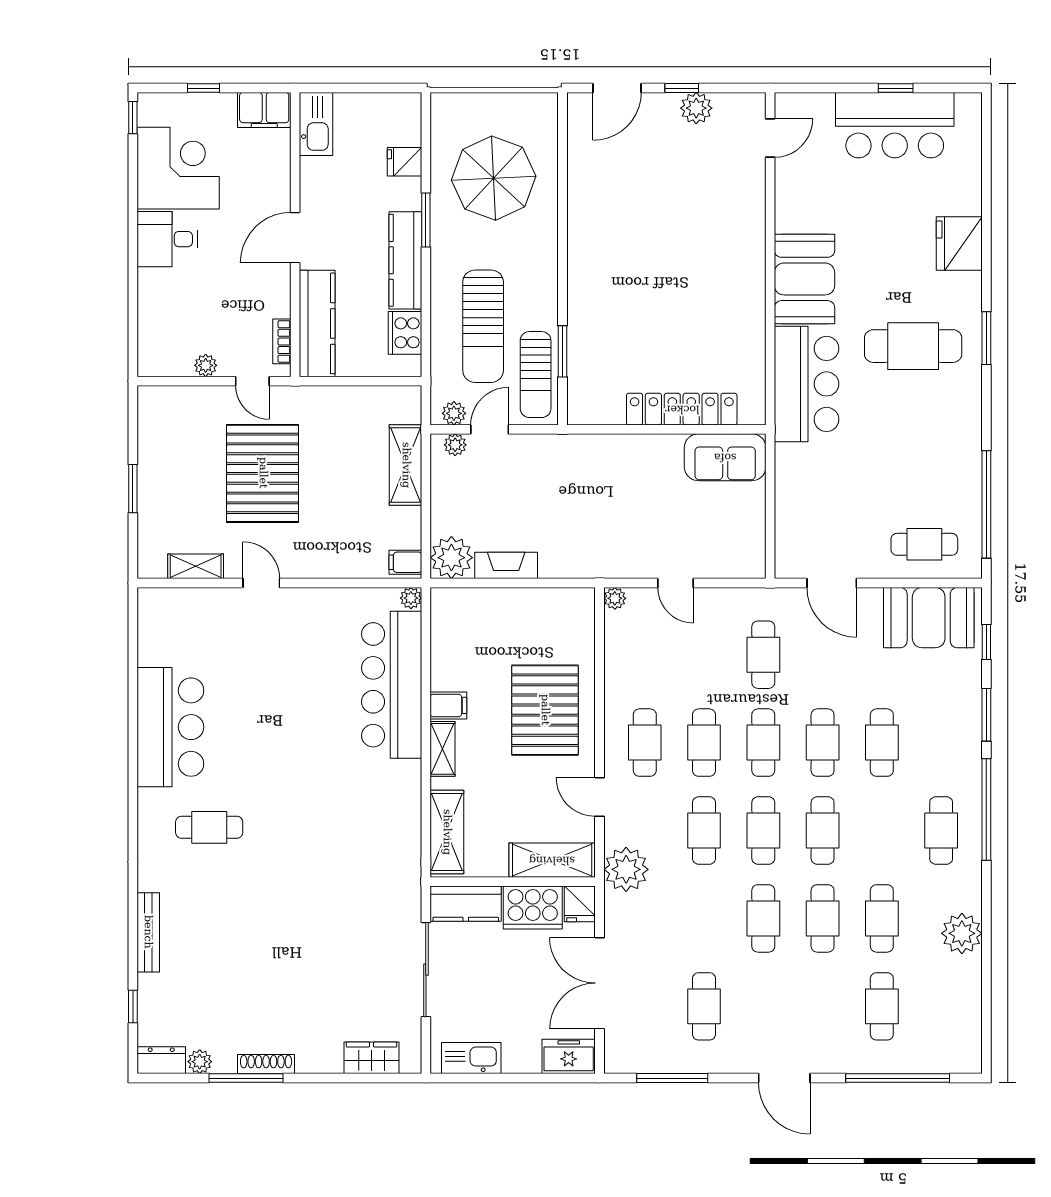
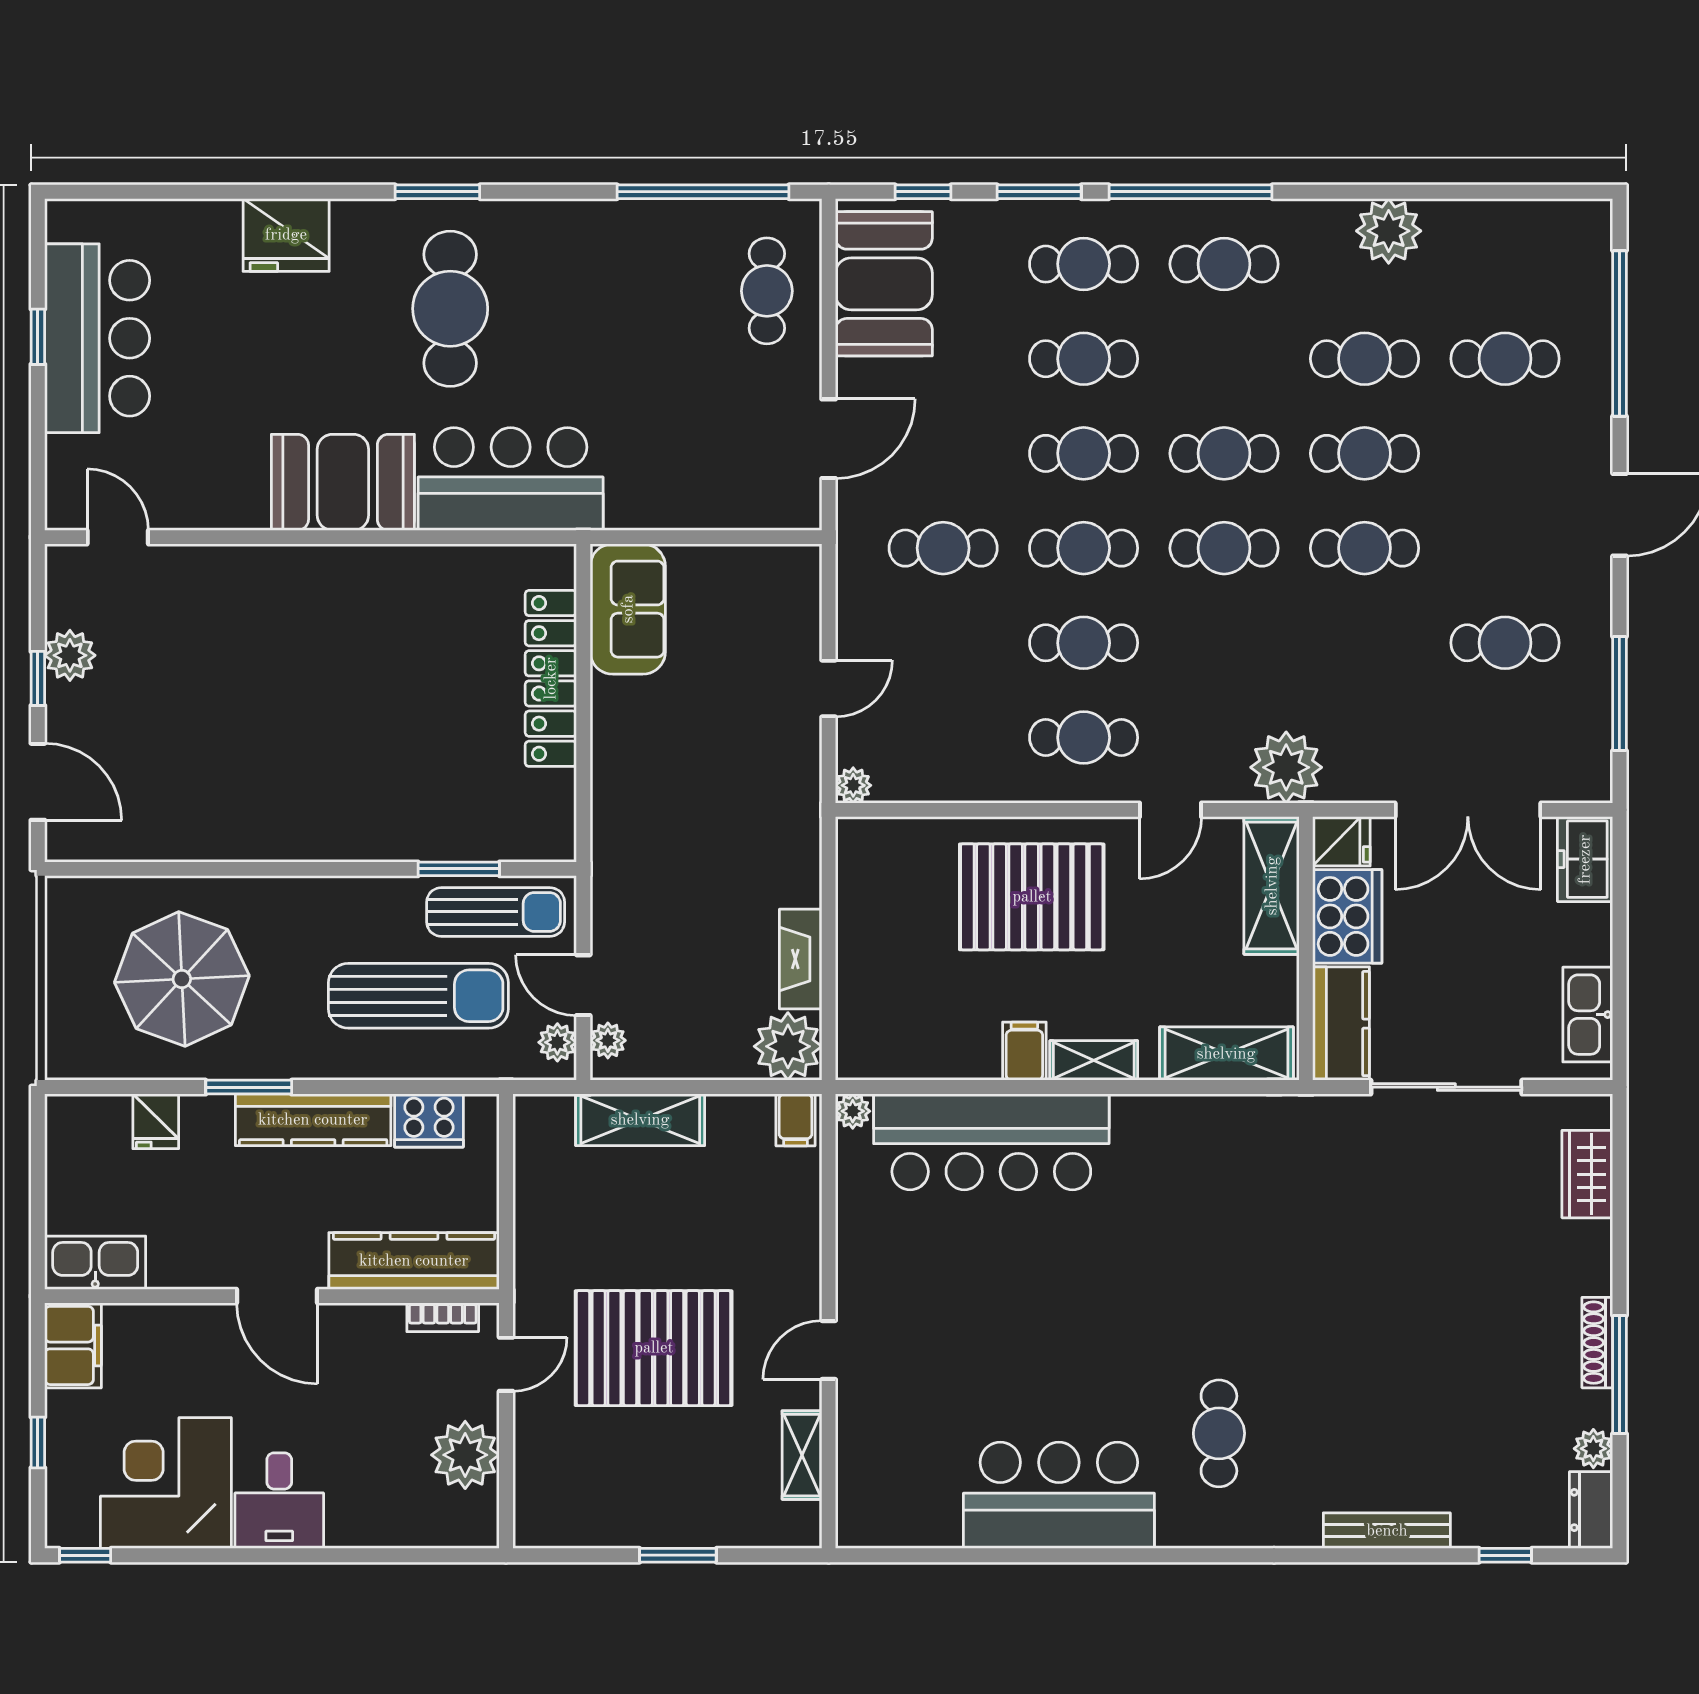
plant: (206, 365) -> (465, 1455), width x1.88, depth x1.88
cafe table: (704, 831) -> (1084, 264), moved

